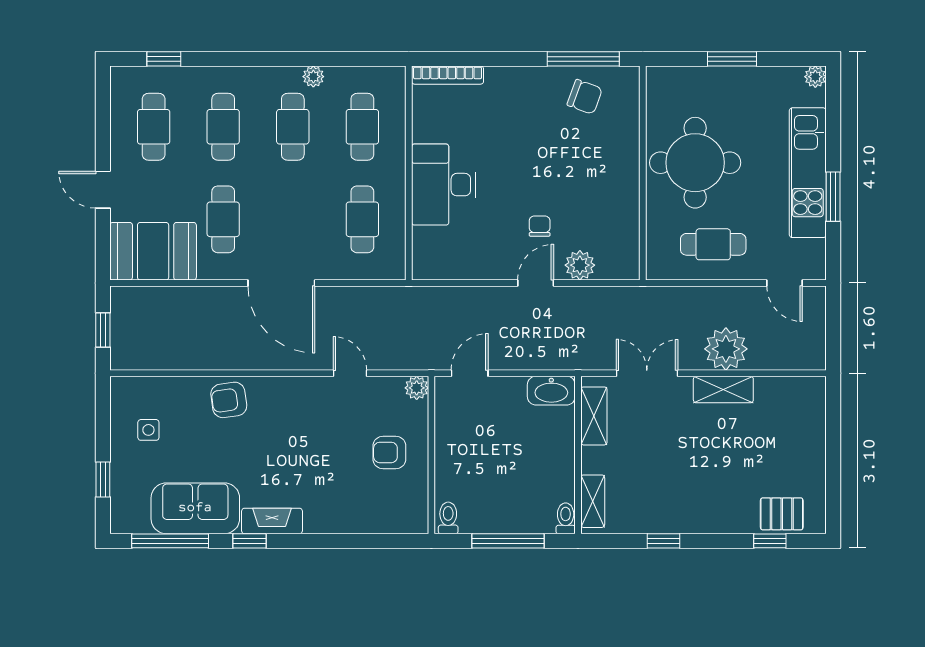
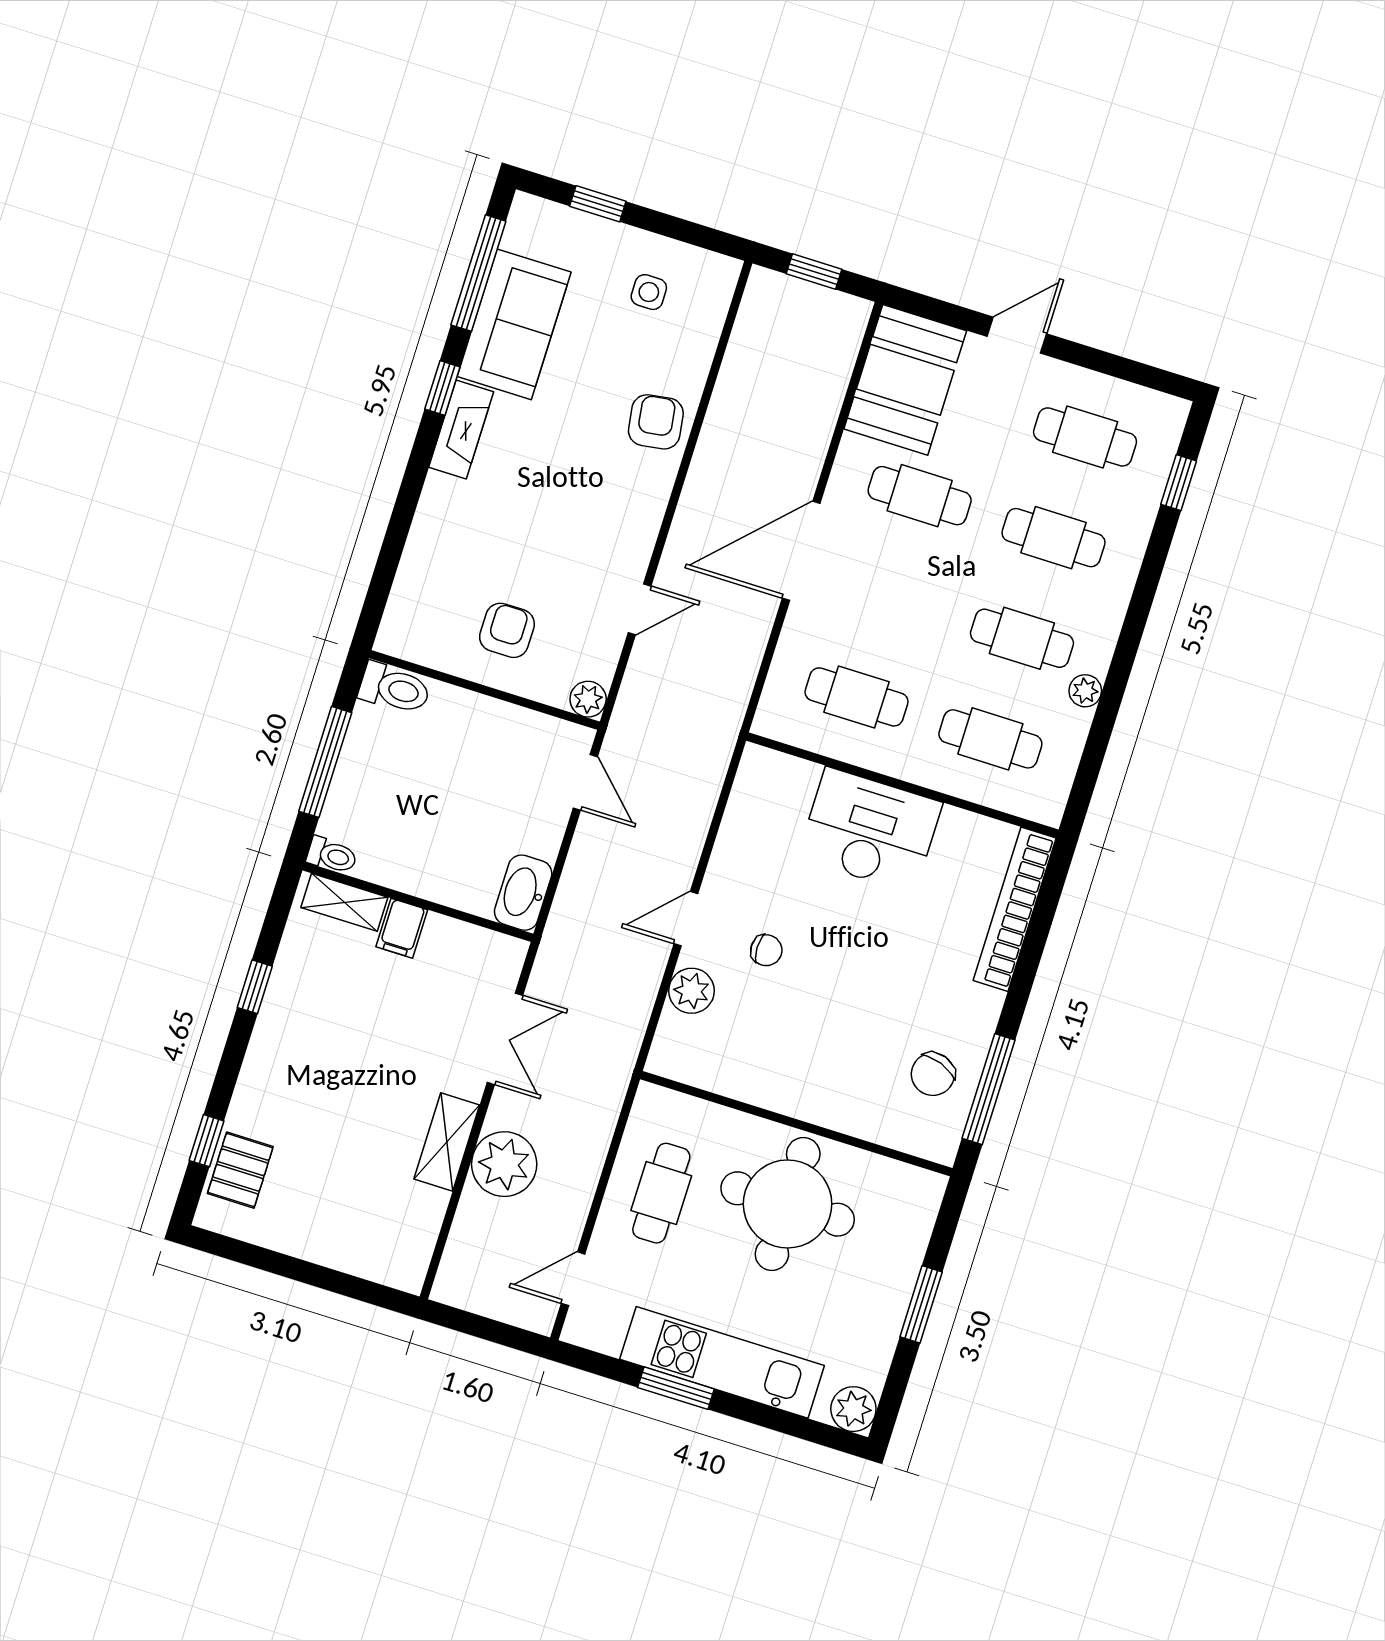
bookcase: (448, 75) -> (1015, 909), width x1.48, depth x1.31
plant: (815, 77) -> (853, 1409), width x1.38, depth x1.38
door: (536, 283) -> (686, 919), swing flipped
shelving: (594, 416) -> (467, 943), removed
filing cabinet: (598, 460) -> (402, 928), added
toilet: (448, 518) -> (395, 689), width x1.37, depth x1.39

